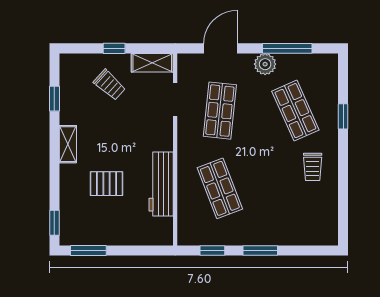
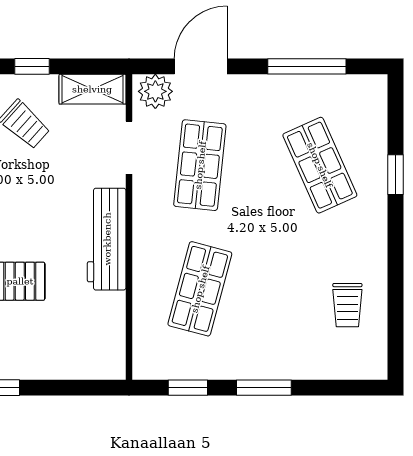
plant: (265, 64) -> (155, 91), moved
trolley: (313, 167) -> (347, 305), moved
workbench: (161, 184) -> (107, 239), moved
shop shelf: (220, 188) -> (200, 289), turned 36

